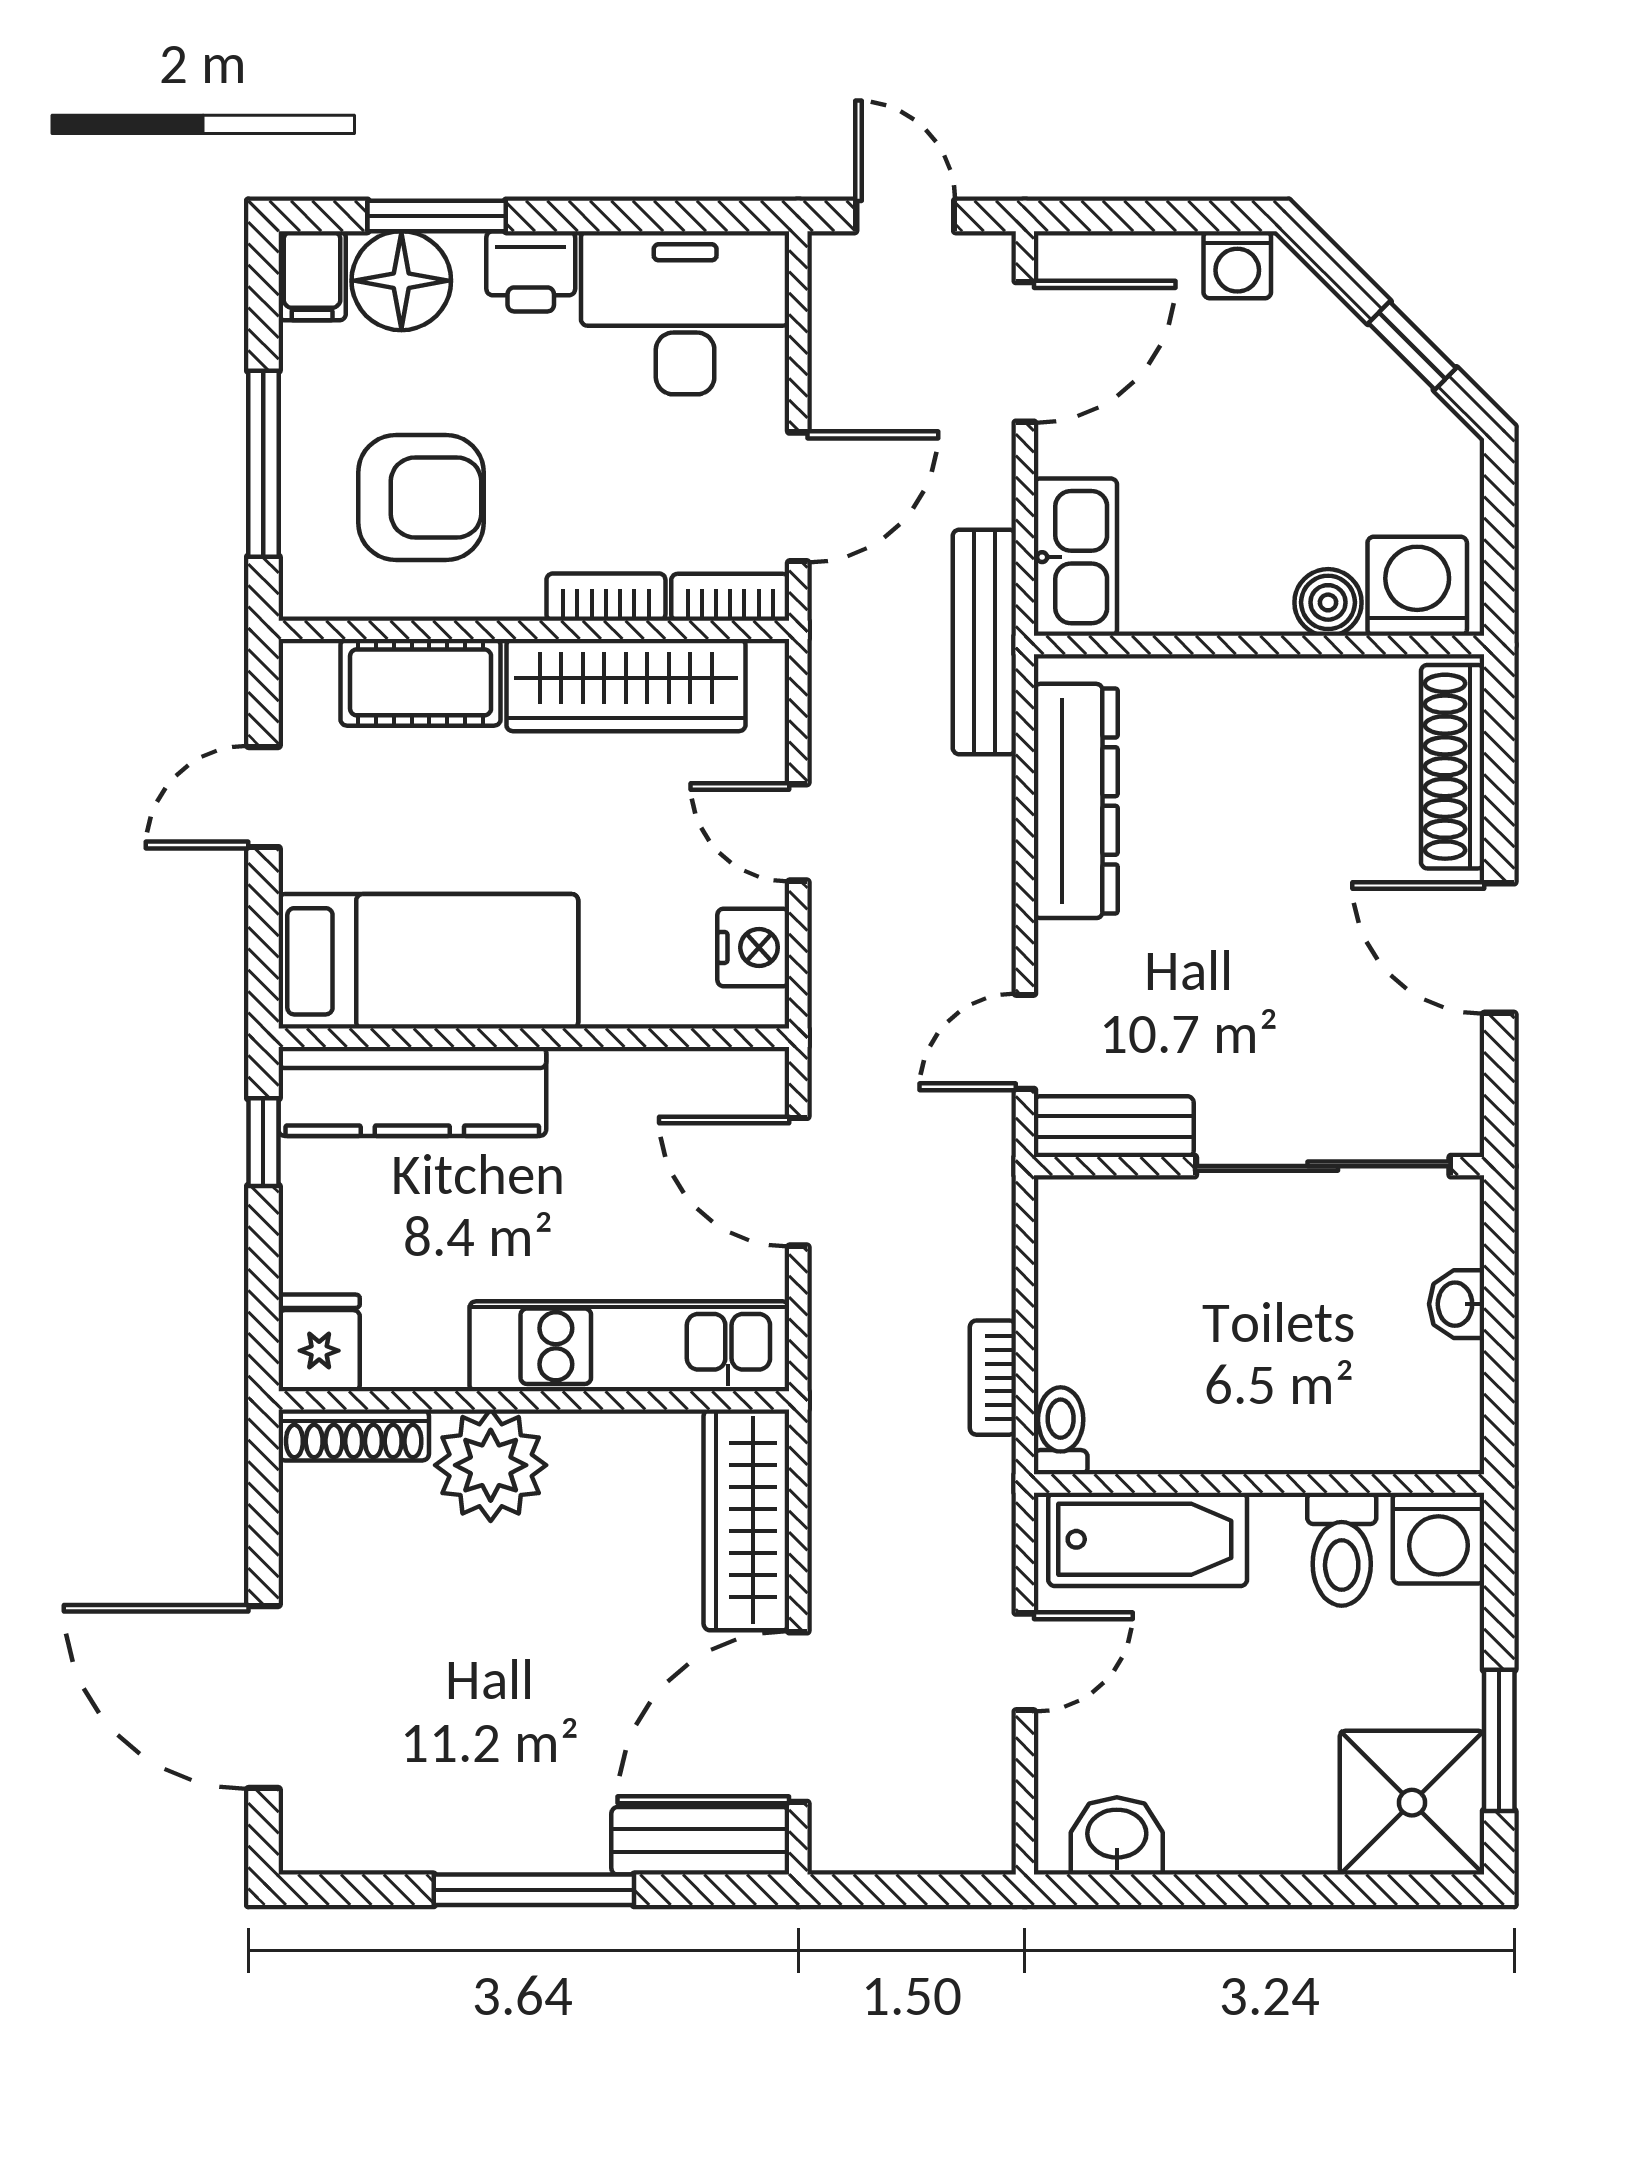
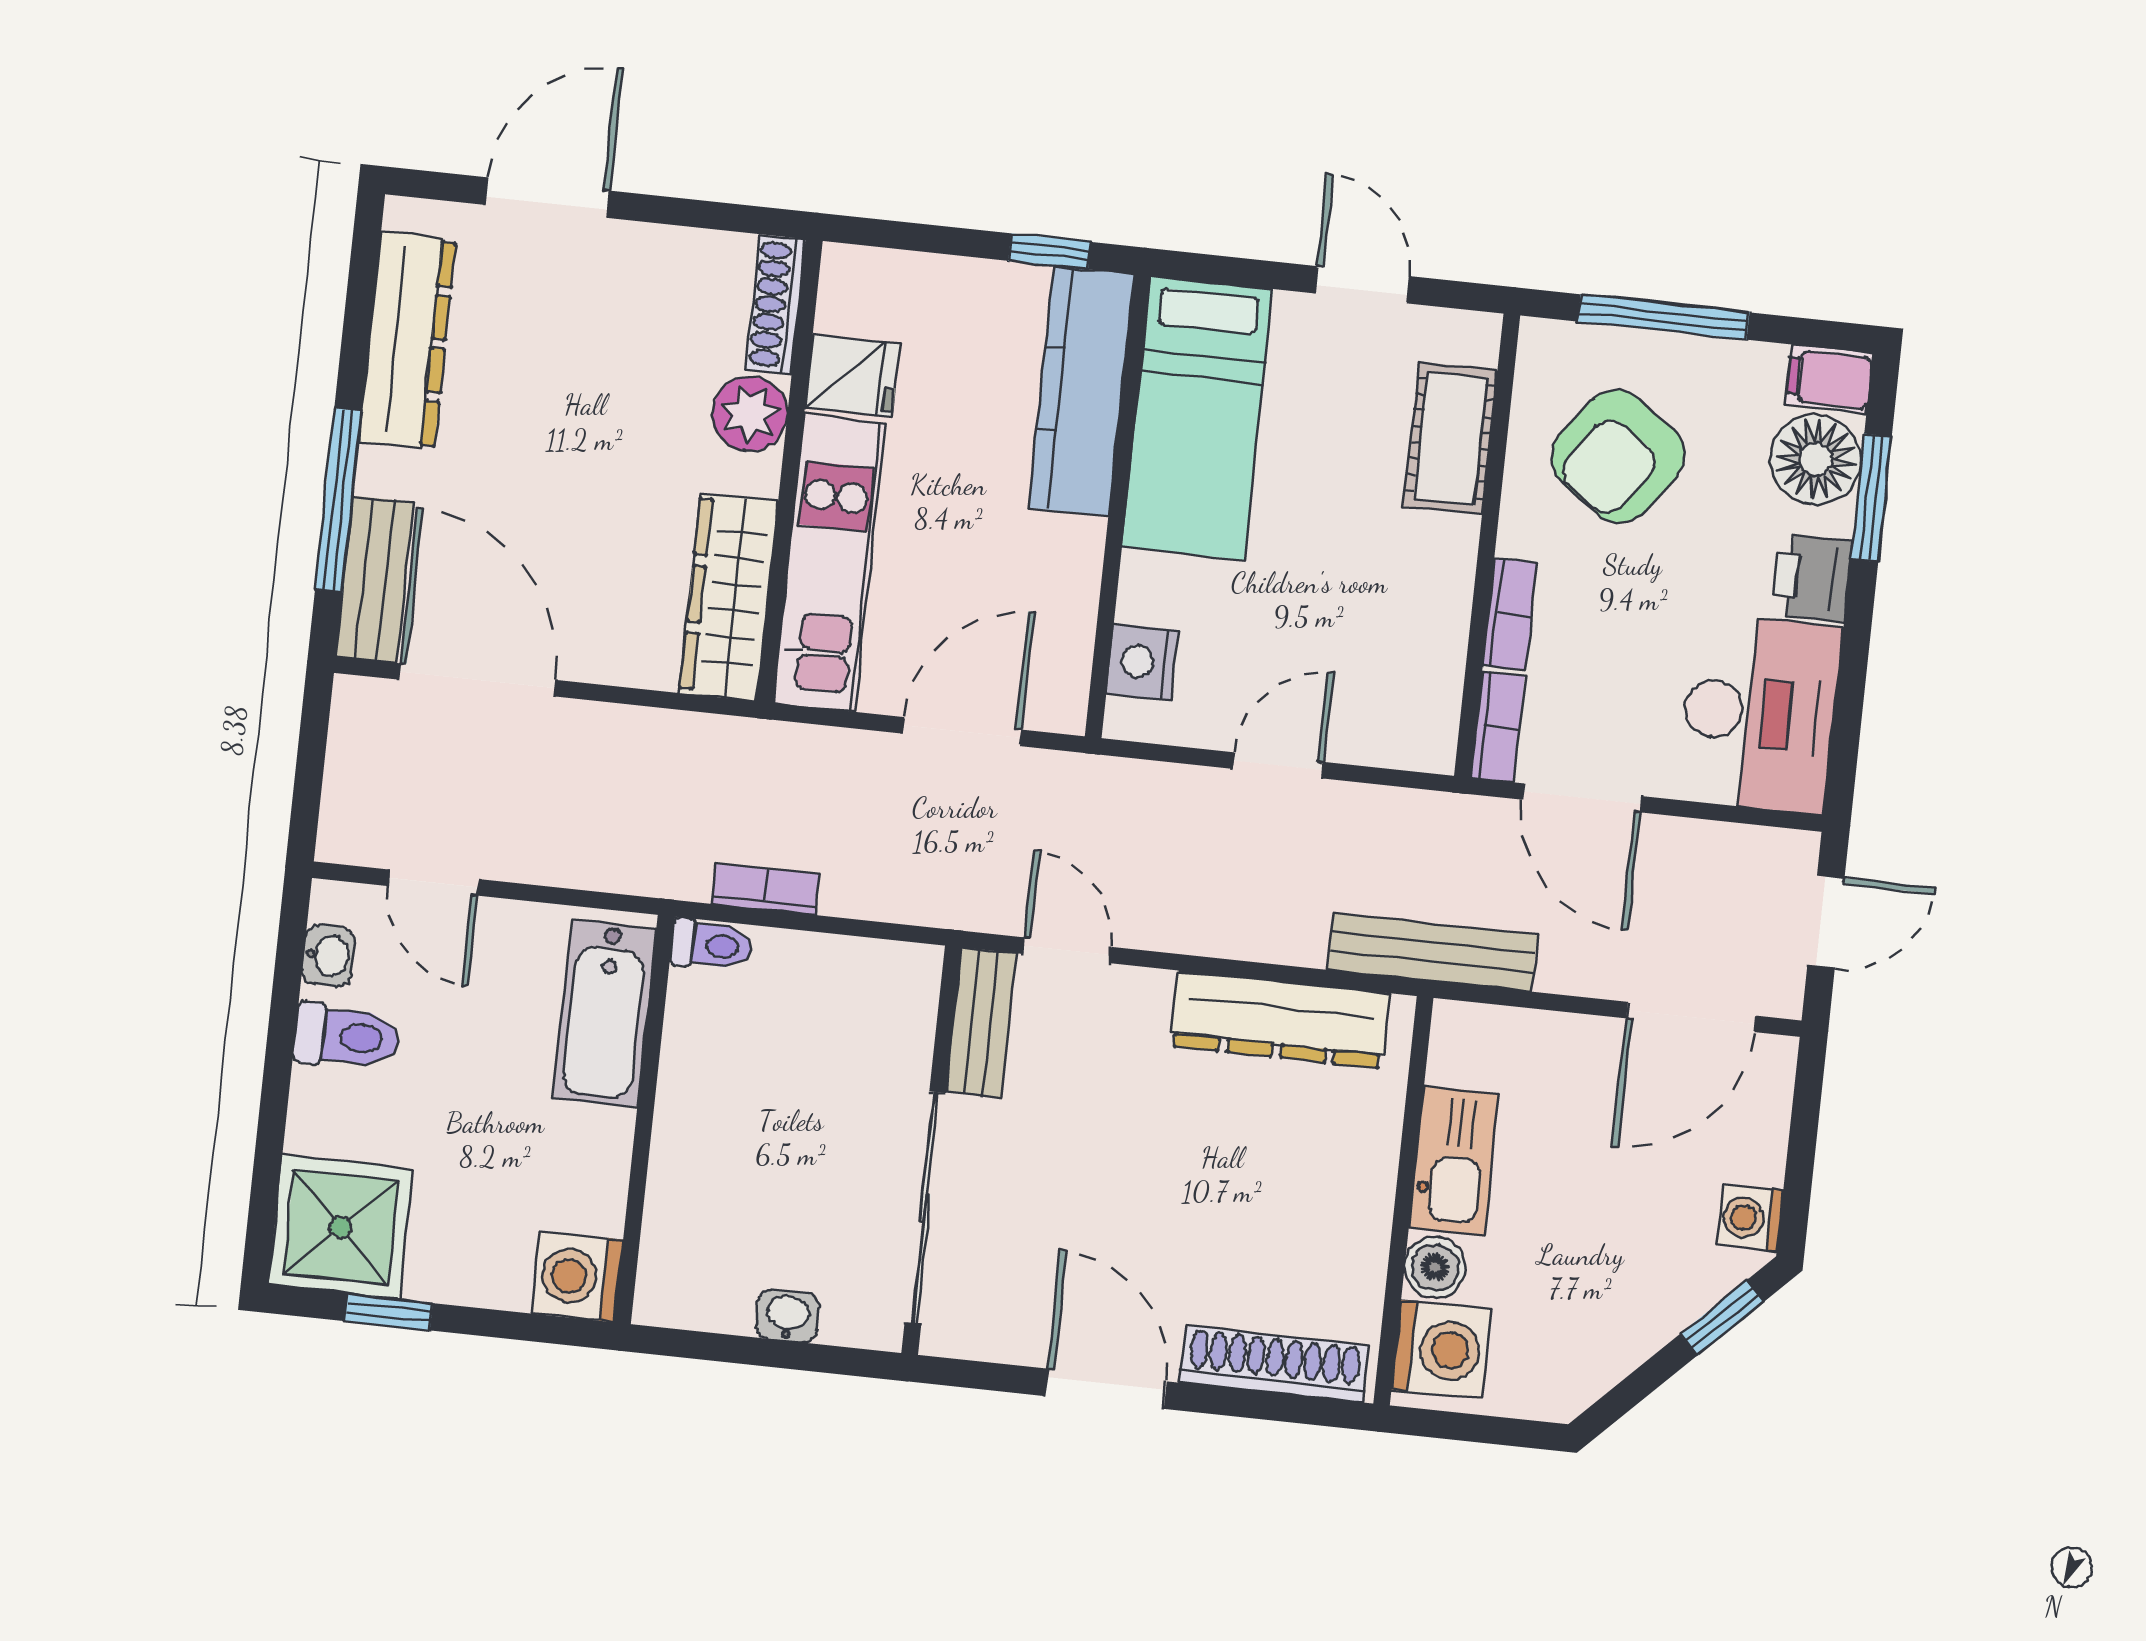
window: (1412, 346) -> (1722, 1318), moved
door: (1025, 352) -> (1691, 1017), hinge flipped
armchair: (421, 498) -> (1618, 456), turned 36
kitchen sink: (1075, 557) -> (1454, 1161), moved, turned -90
wardrobe: (626, 685) -> (1428, 624), removed
nightstand: (753, 947) -> (1142, 662), moved, turned 90
door: (1499, 948) -> (1106, 1389), hinge flipped
fridge: (319, 1343) -> (852, 376), moved
plant: (491, 1465) -> (750, 414), width x0.73, depth x0.73
wardrobe: (746, 1520) -> (729, 597), moved, turned -90
toilet: (1342, 1549) -> (347, 1037), moved, turned 180
door: (1025, 1662) -> (434, 883), moved
door: (263, 1697) -> (547, 198), width x0.73
window: (1499, 1740) -> (388, 1312), width x0.67
dresser: (436, 1833) -> (407, 341), added
washbasin: (1117, 1836) -> (328, 956), width x0.72, depth x0.69
window: (534, 1890) -> (338, 500), moved

